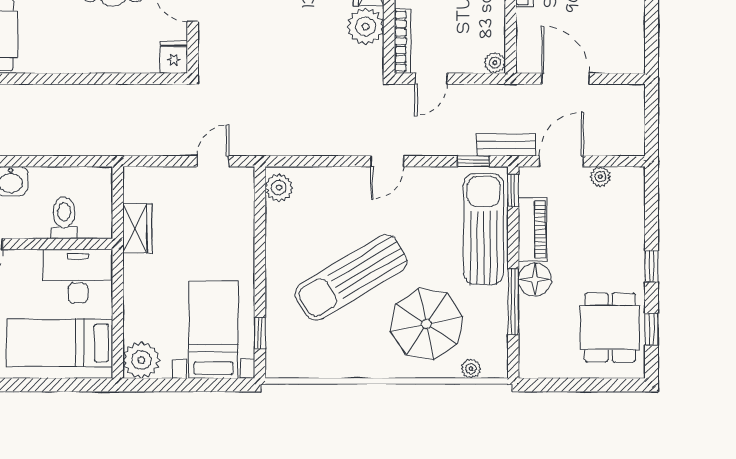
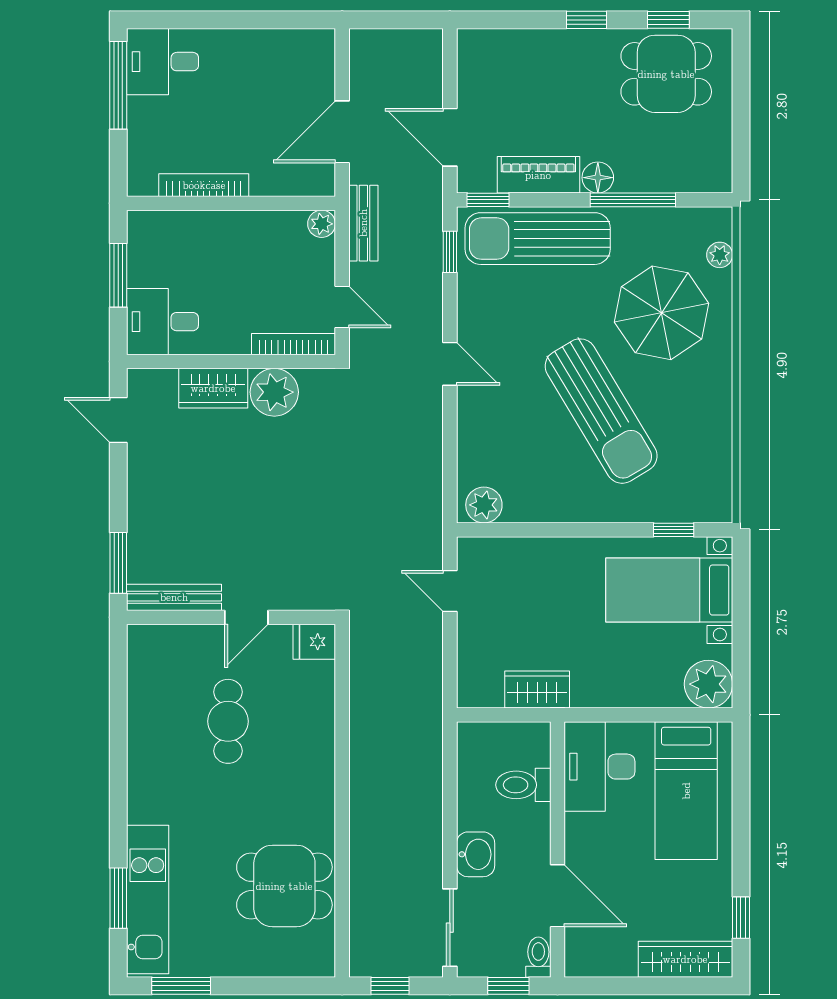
bench: (506, 145) -> (363, 223), moved
plant: (600, 177) -> (470, 86), removed
floor lamp: (535, 280) -> (598, 178), width x0.73, depth x0.73

